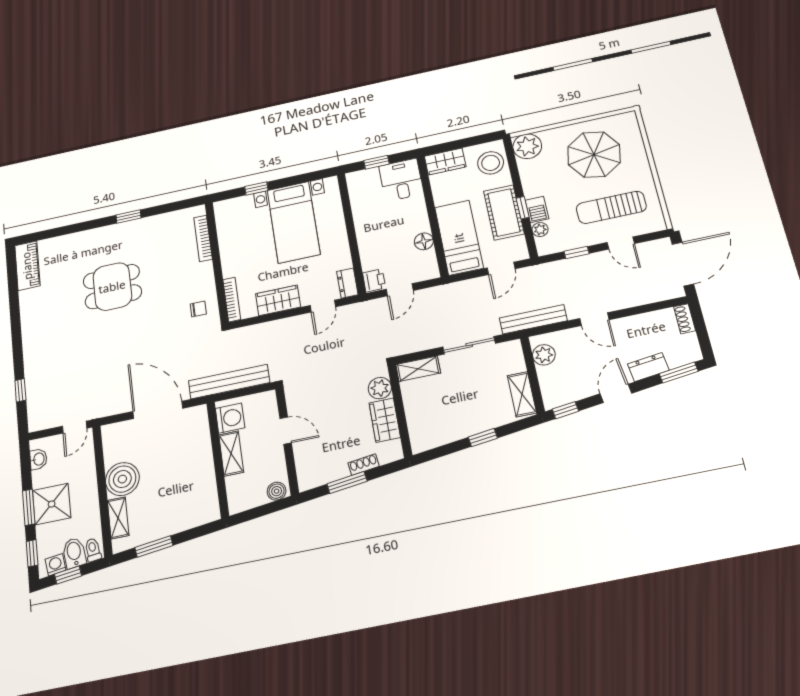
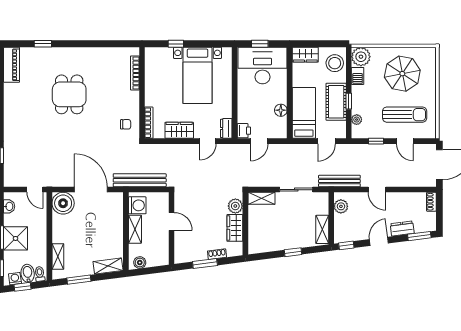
desk: (401, 180) -> (262, 66), width x1.87, depth x1.30
sun lounger: (611, 207) -> (405, 115), turned 180
barbecue: (537, 210) -> (358, 76), moved
window: (129, 216) -> (43, 44), moved
dining table: (112, 287) -> (69, 94), turned 90
door: (75, 427) -> (35, 190), hinge flipped
boiler: (122, 479) -> (63, 203), moved
boiler: (277, 491) -> (140, 263), moved
shelving: (197, 517) -> (108, 266), added

